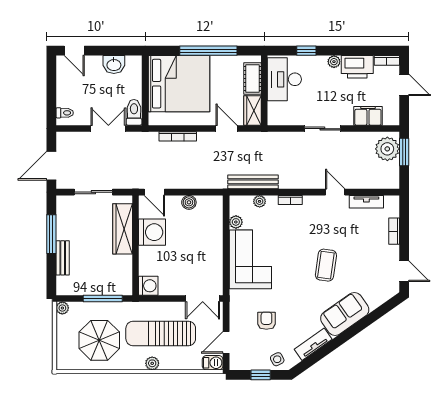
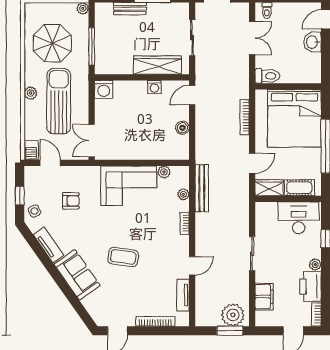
washbasin: (114, 65) -> (312, 42), moved
double door: (108, 129) -> (252, 38), moved
bookcase: (394, 231) -> (155, 321), width x1.56
washing machine: (152, 232) -> (154, 87), width x0.53, depth x0.53

